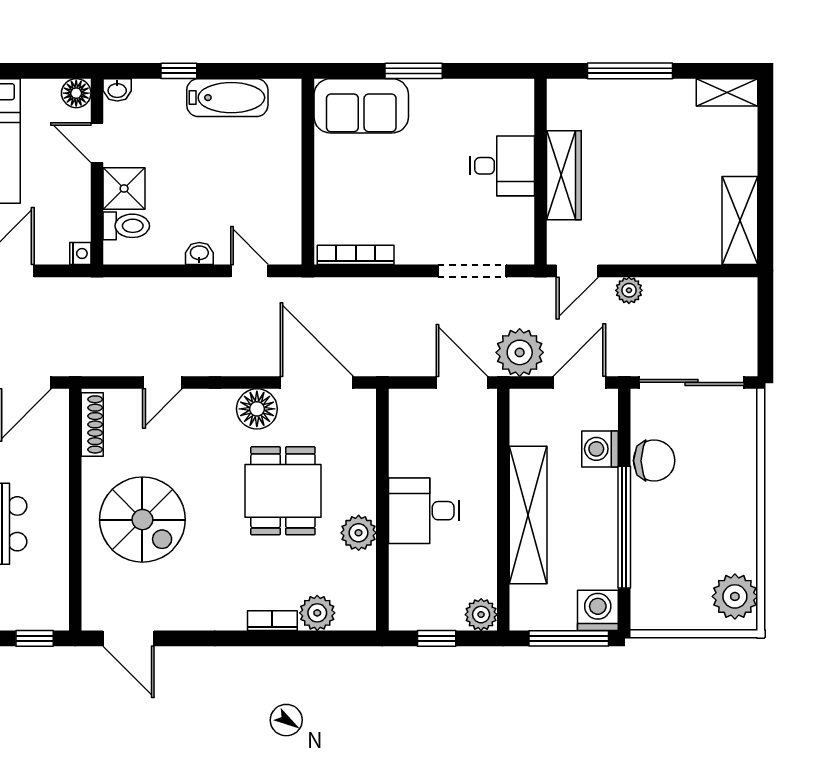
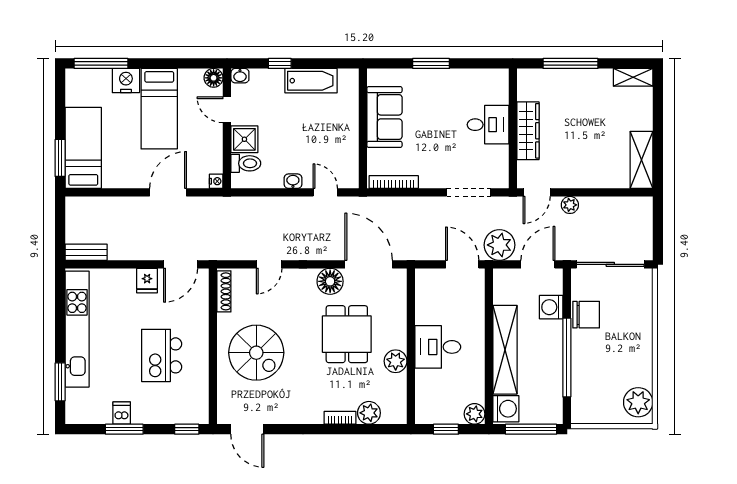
sofa: (361, 106) -> (384, 117), moved, turned -90
washing machine: (598, 610) -> (506, 409), moved, turned 90

